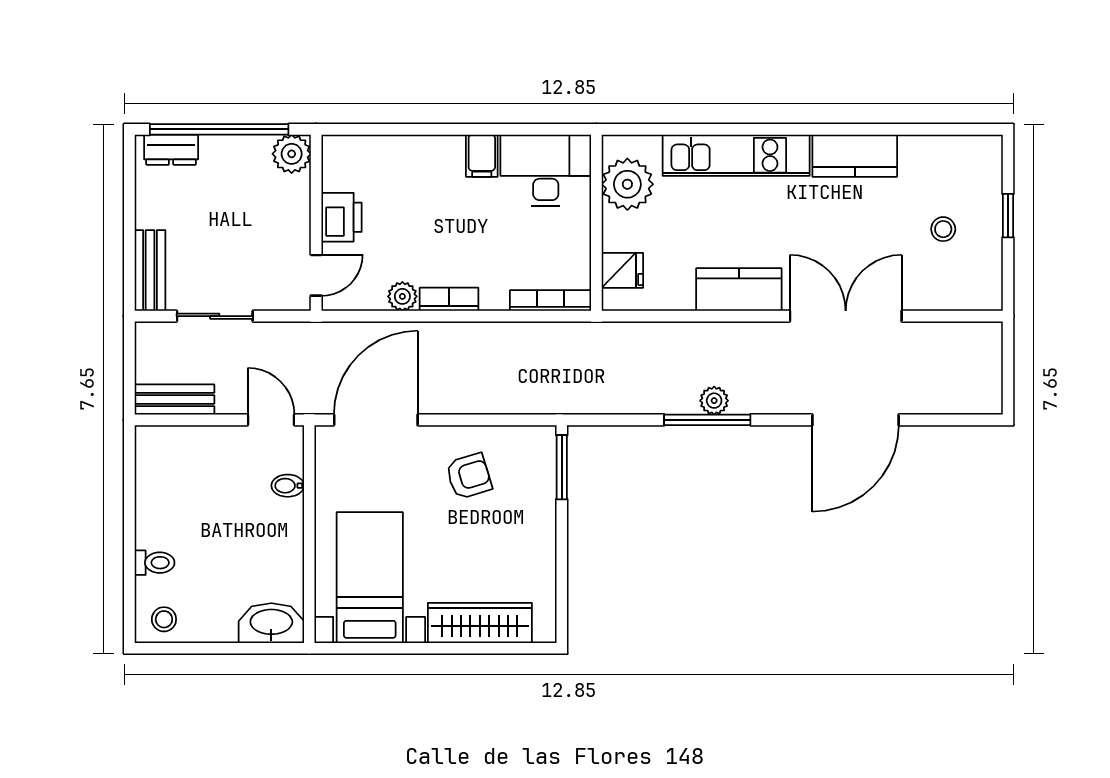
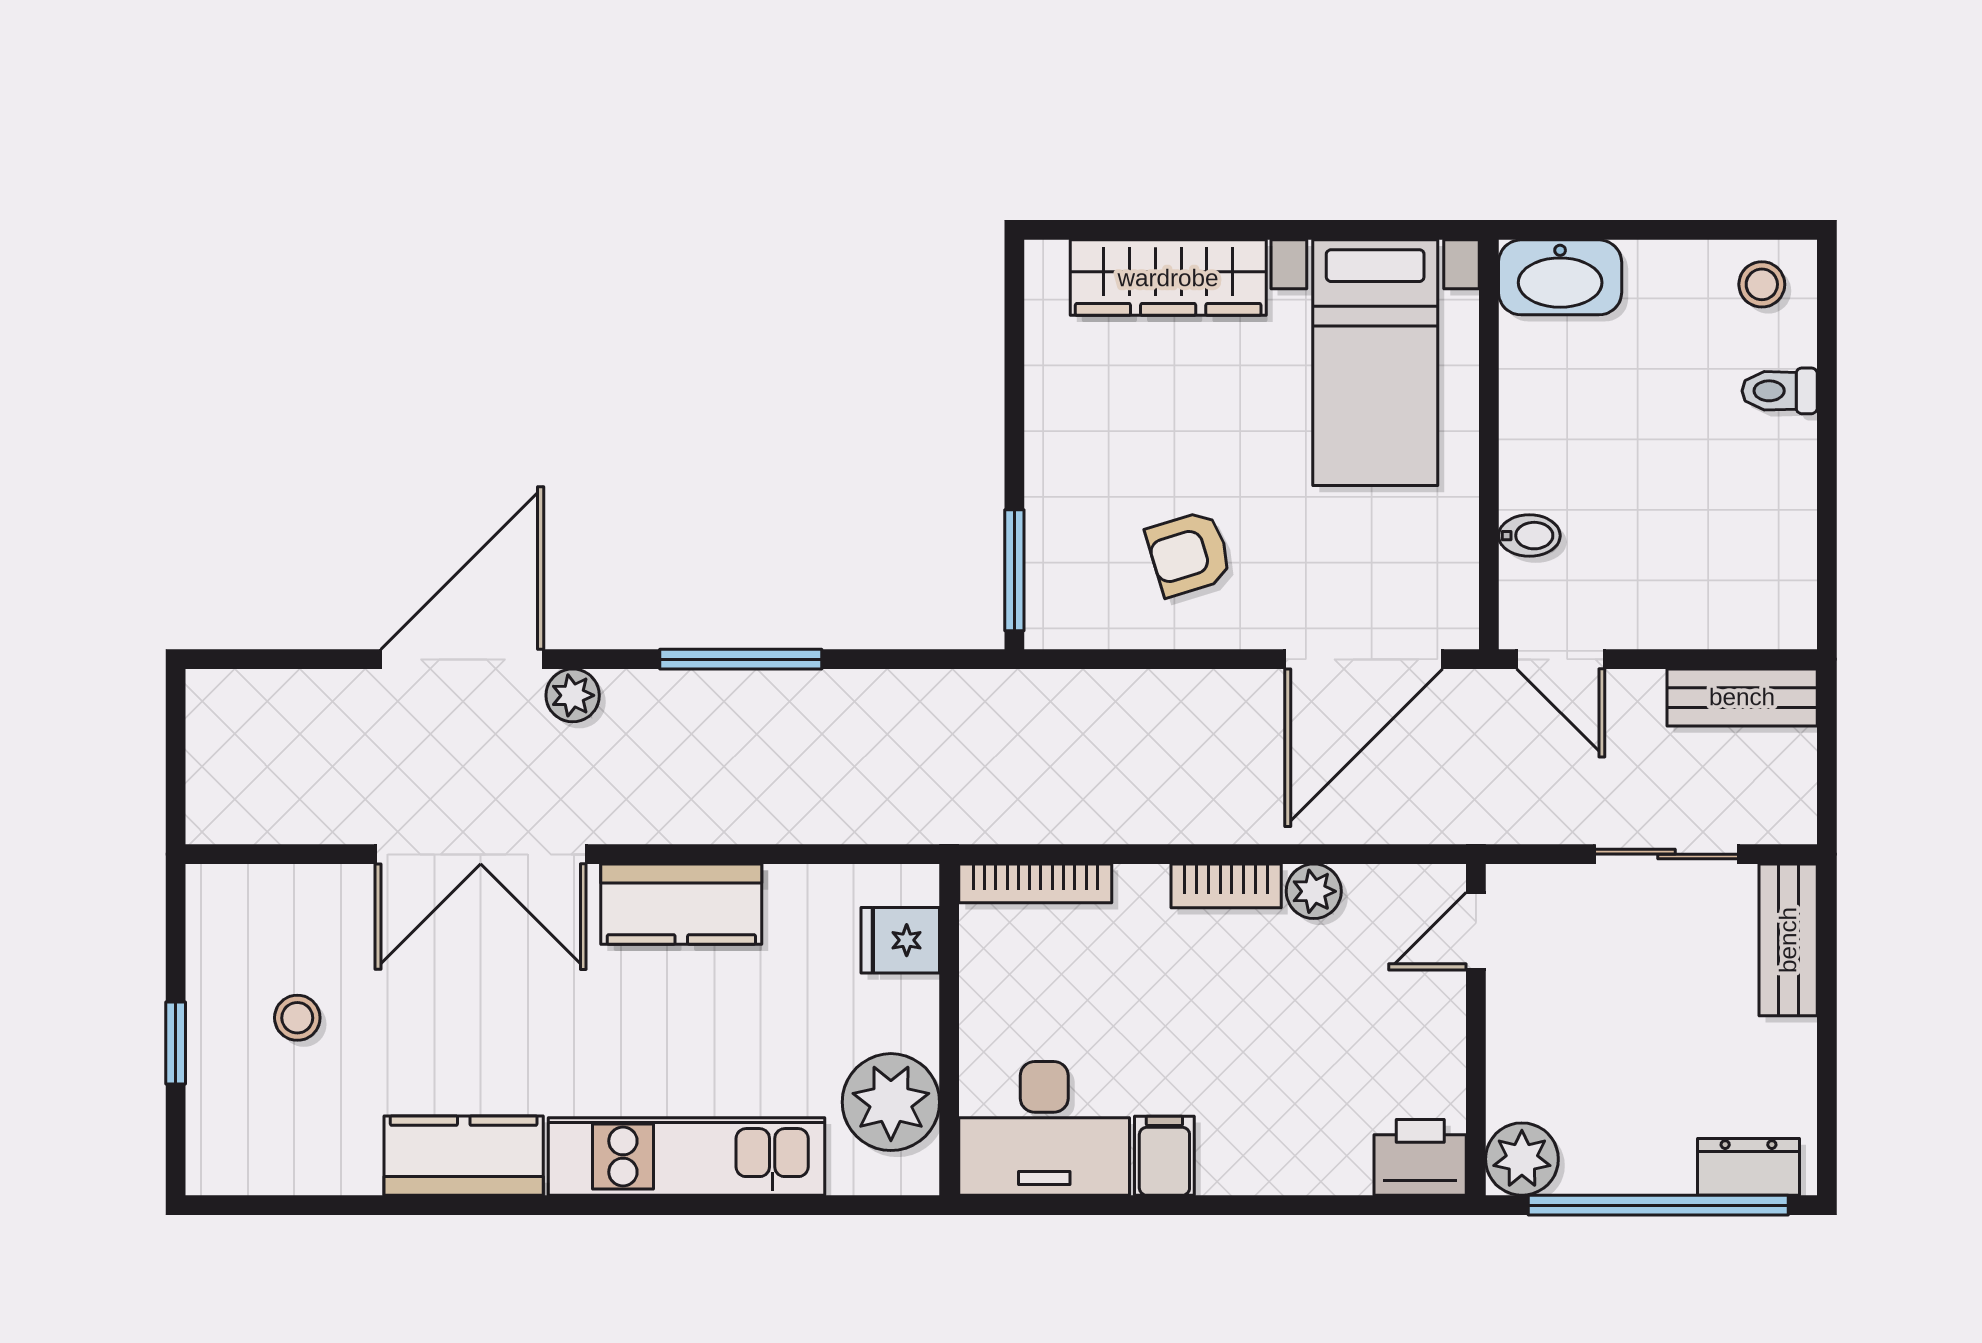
printer: (342, 217) -> (1420, 1157), moved, turned 90
plant: (714, 401) -> (573, 695), moved

